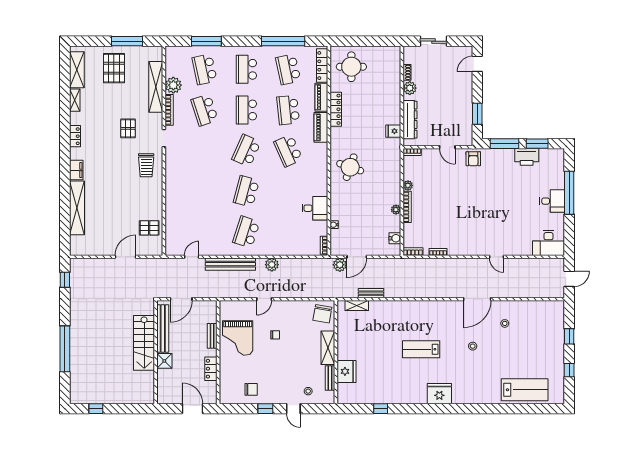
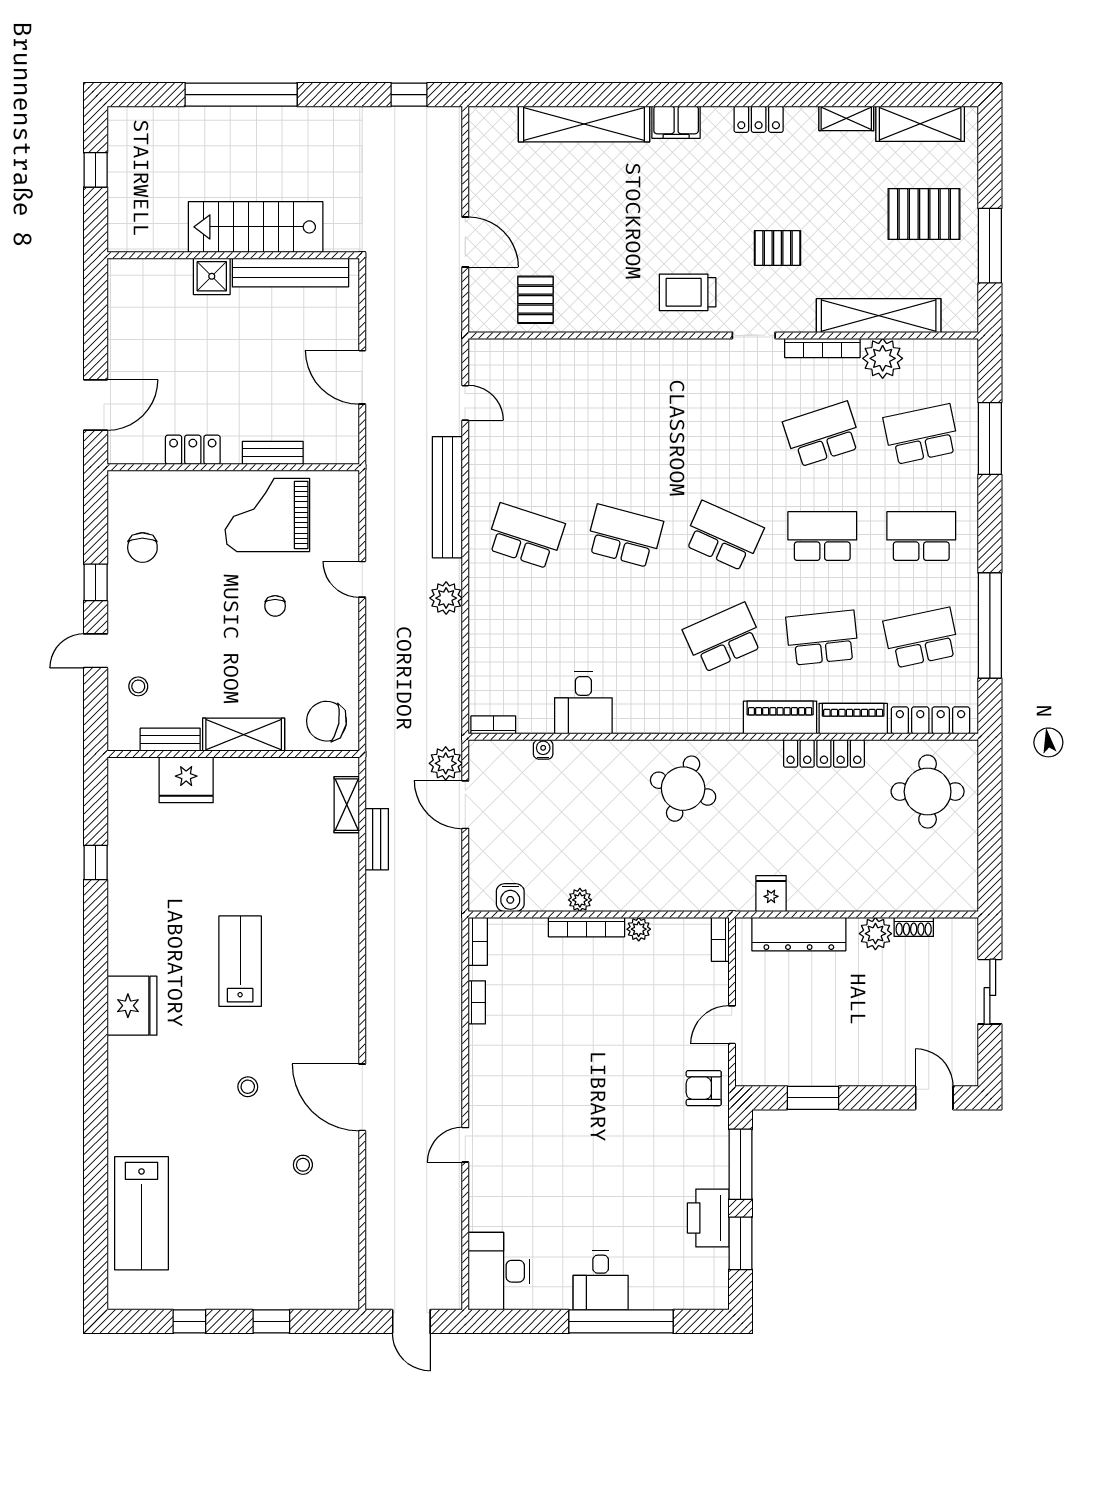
bench: (163, 329) -> (290, 272), moved
stairs: (144, 343) -> (256, 227), moved
wall: (156, 352) -> (233, 255), moved
shower: (164, 361) -> (212, 276), moved

